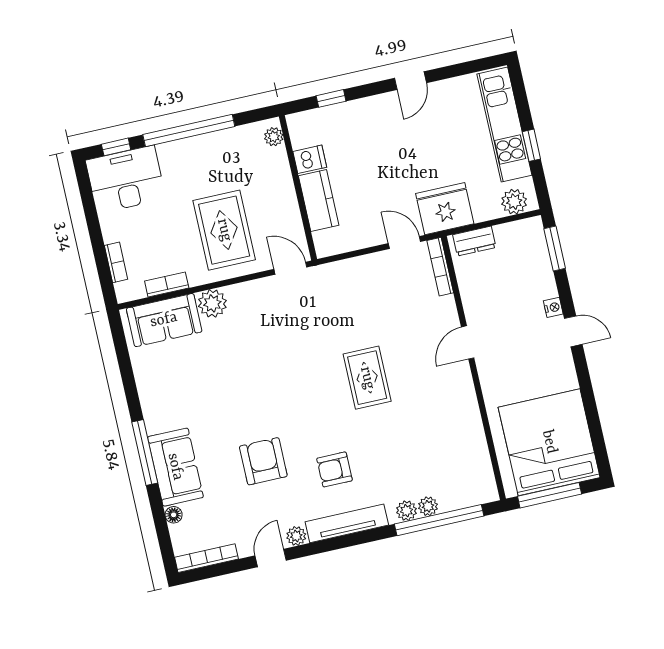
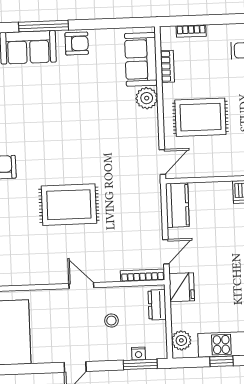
kitchen counter: (319, 201) -> (177, 205), moved, turned -90
fridge: (445, 209) -> (182, 287), width x0.73, depth x0.75
stool: (505, 296) -> (111, 321), added
nightstand: (553, 307) -> (138, 353), moved
rug: (367, 378) -> (69, 205), width x1.36, depth x1.43
armchair: (263, 461) -> (77, 44), moved, width x0.72, depth x0.72

